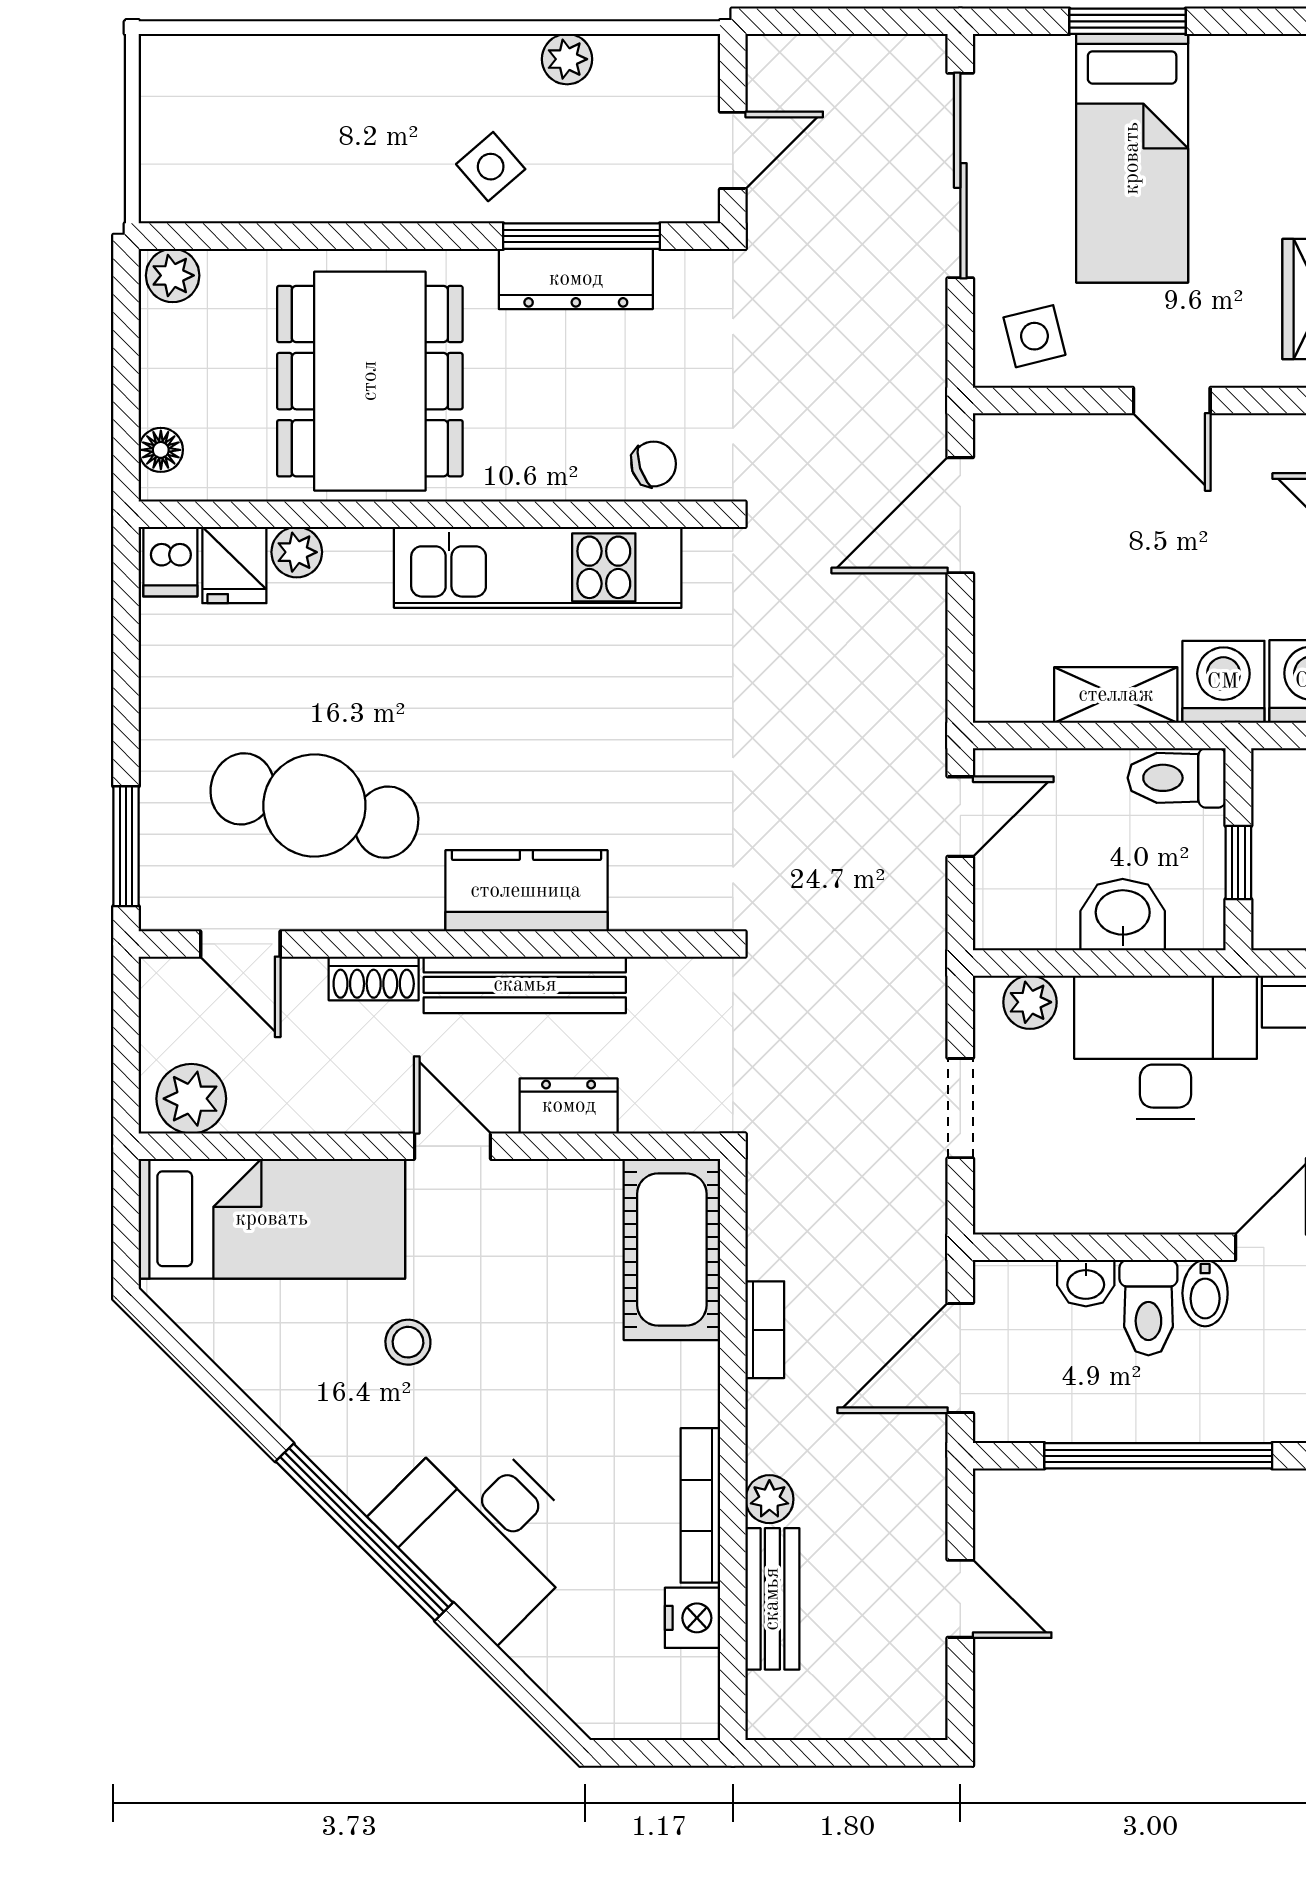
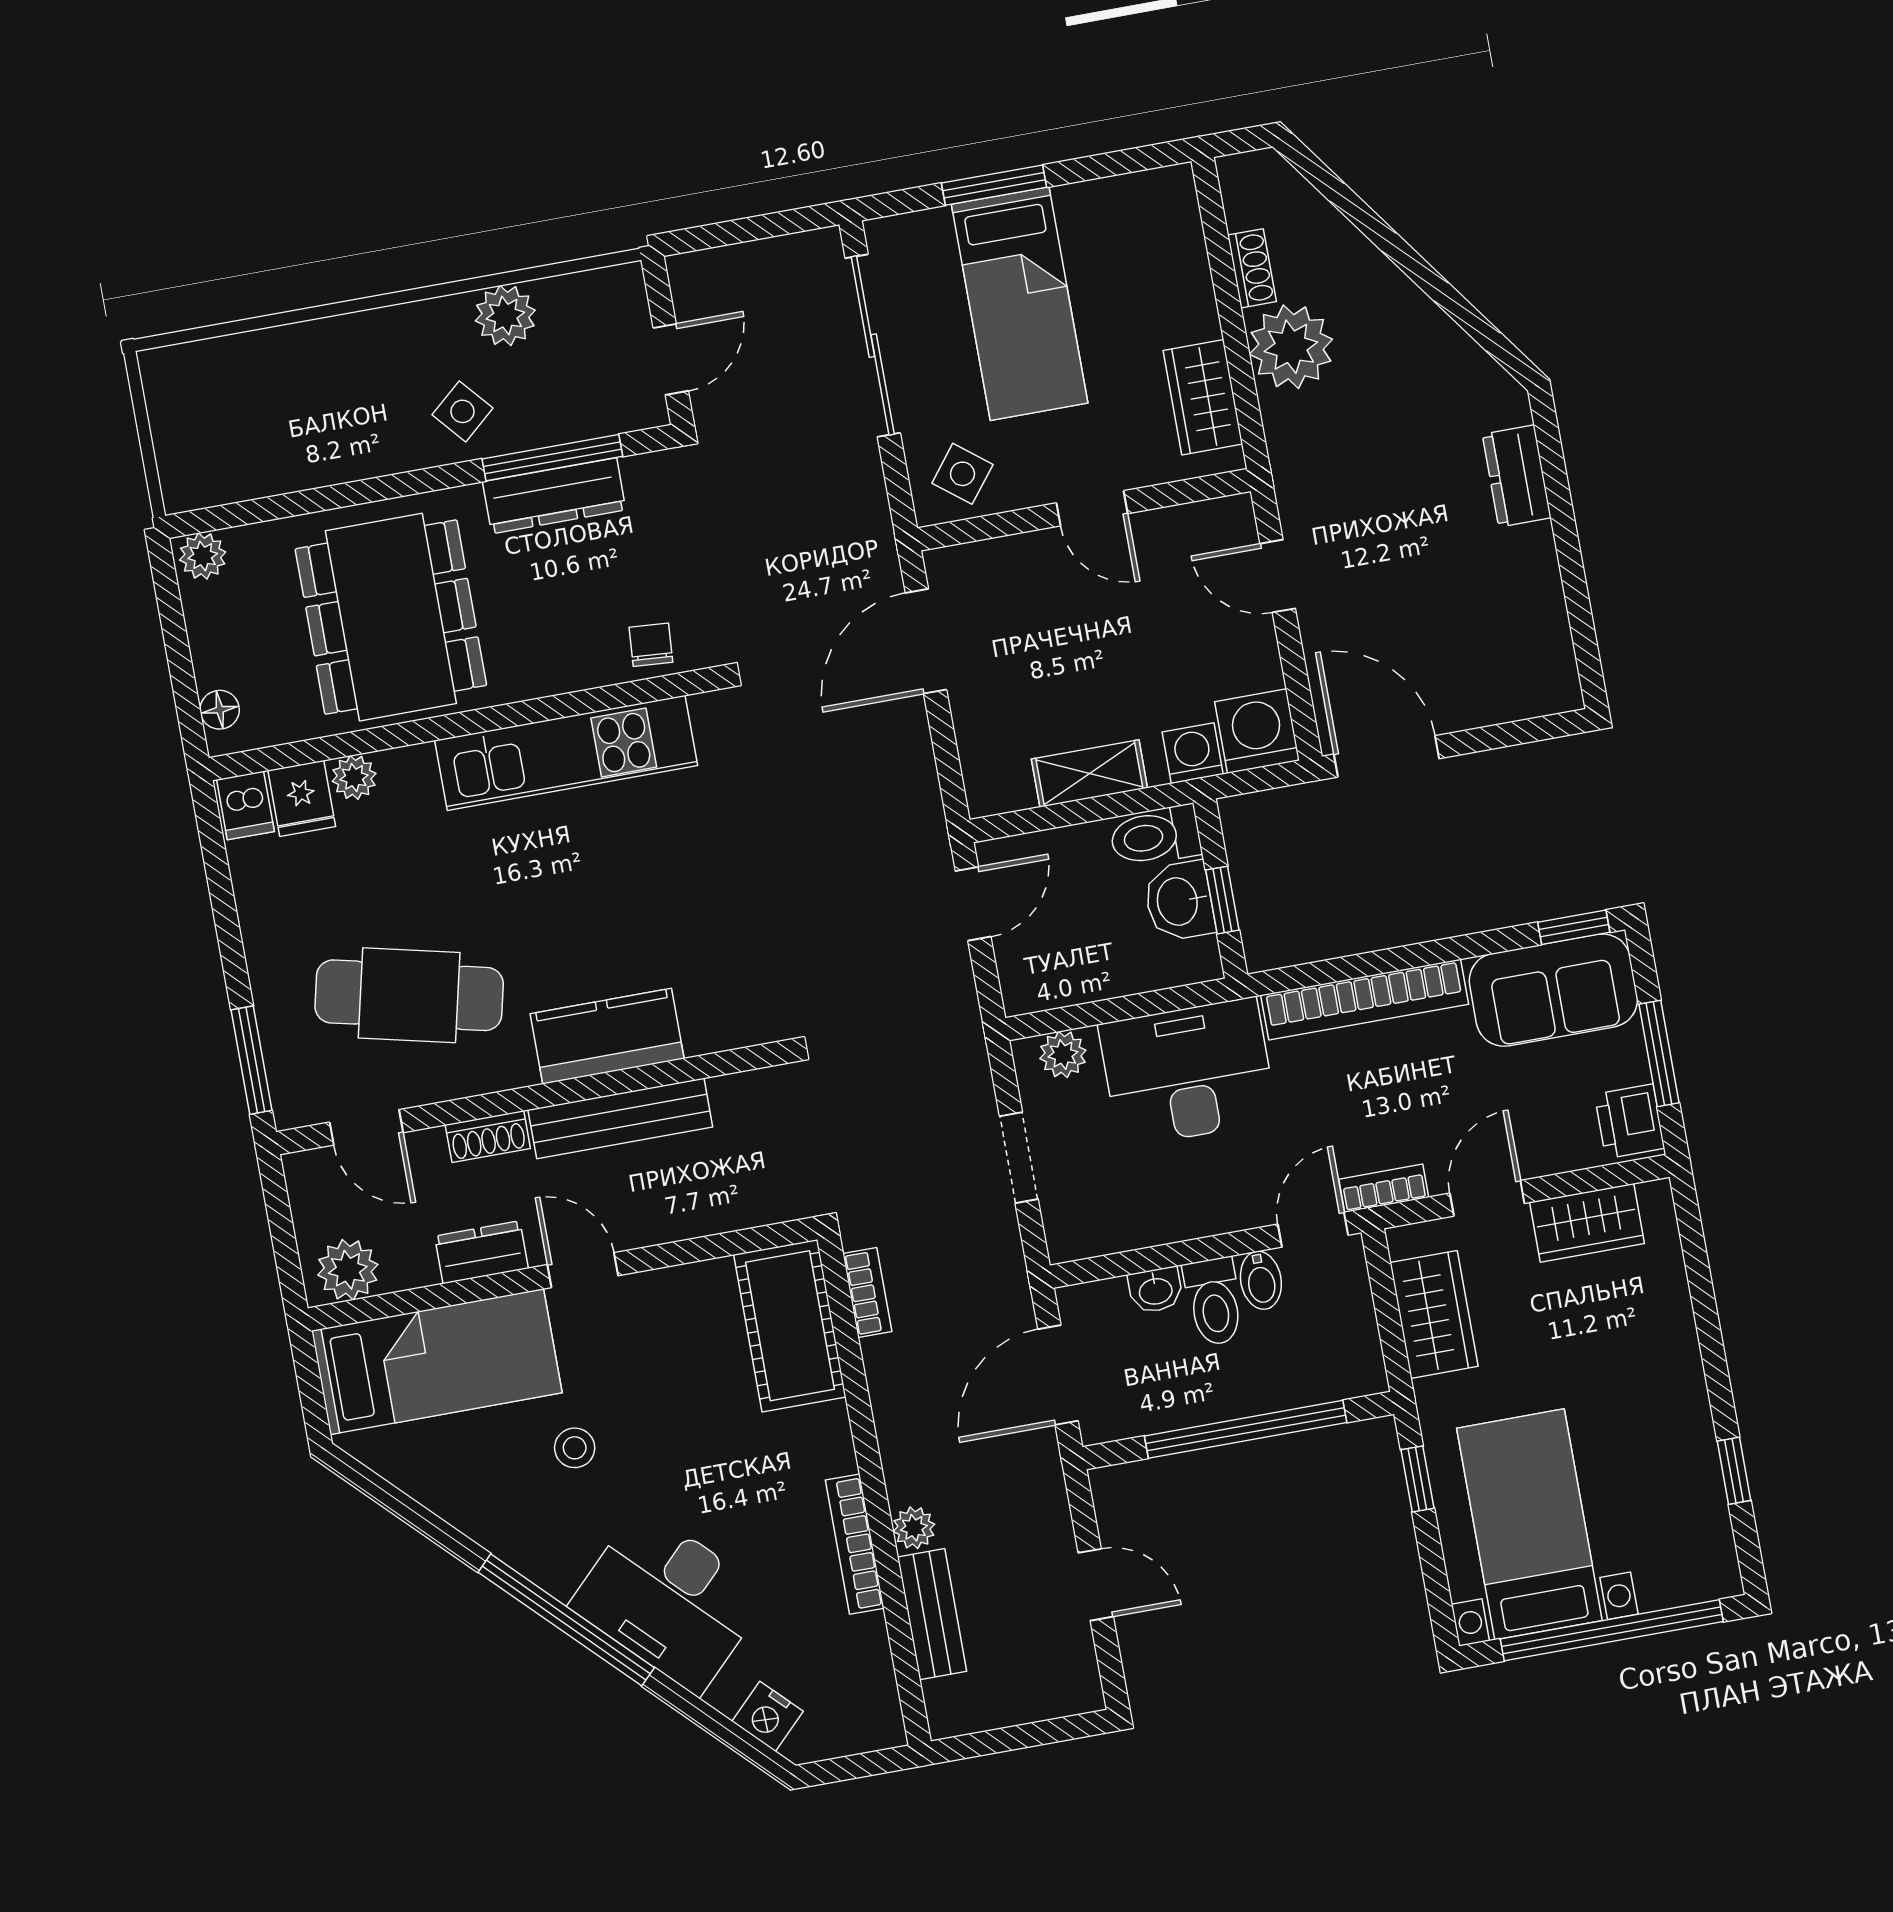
plant: (567, 59) -> (505, 316), width x1.38, depth x1.38
side table: (1034, 336) -> (962, 474), turned -38
chair: (654, 464) -> (651, 645), turned -68
washing machine: (1223, 682) -> (1193, 753), width x0.73, depth x0.73
washbasin: (1123, 915) -> (1179, 901), moved, turned -90
dresser: (569, 1106) -> (481, 1252), moved
bookcase: (765, 1330) -> (867, 1293), moved
nightstand: (692, 1618) -> (768, 1716), moved, turned 135

